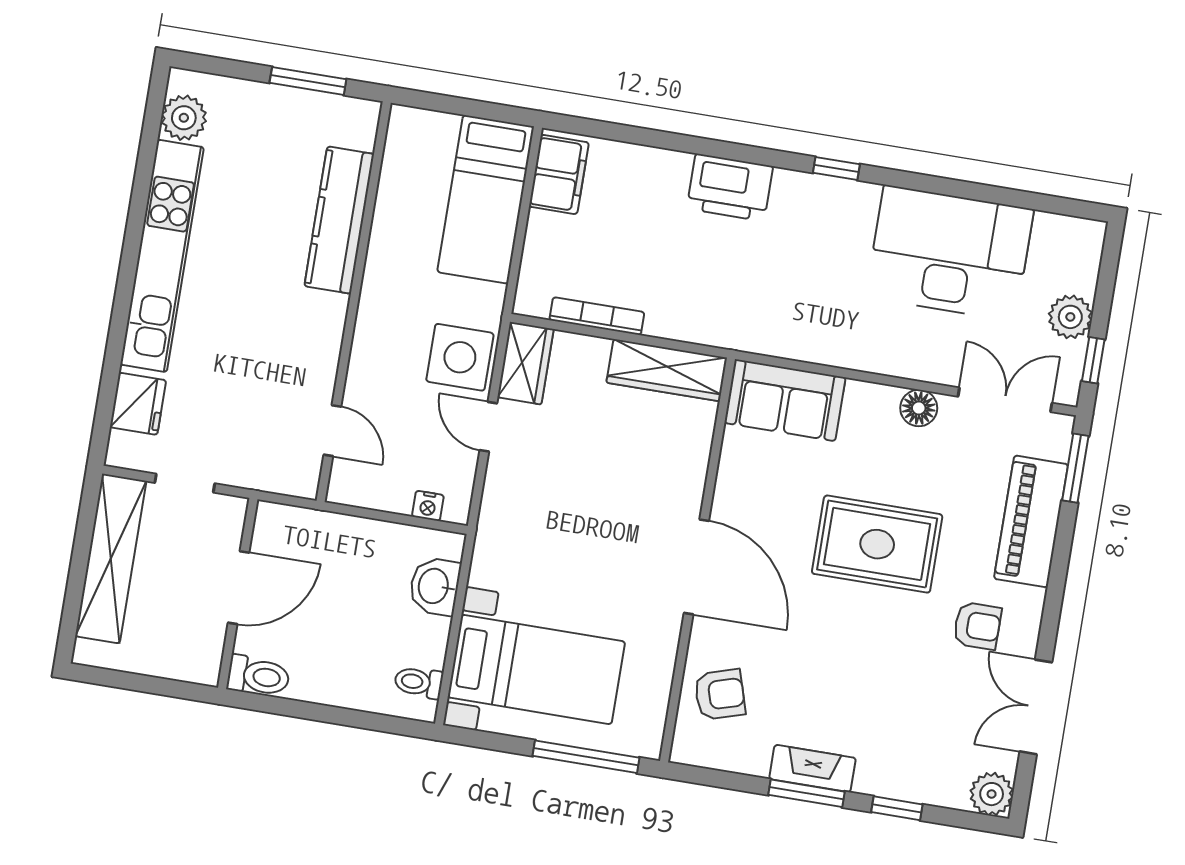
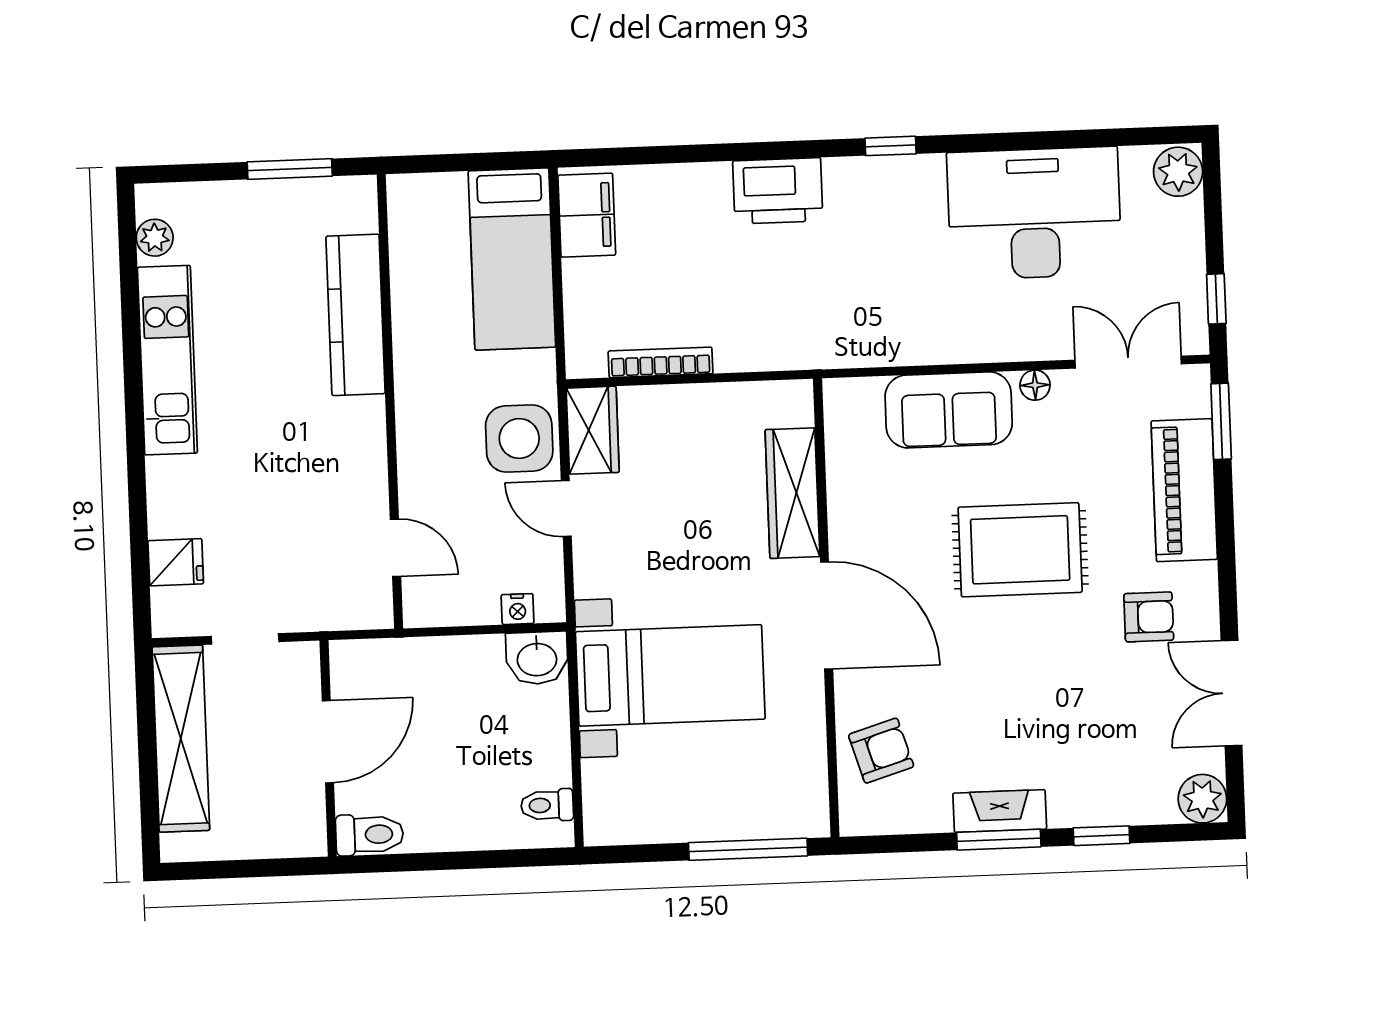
plant: (184, 118) -> (155, 238), width x0.73, depth x0.73
kitchen unit: (162, 256) -> (167, 360), width x0.73
plant: (1070, 317) -> (1178, 172), moved
wardrobe: (667, 370) -> (792, 493), moved, turned 90
sofa: (785, 400) -> (949, 410), moved
fridge: (138, 404) -> (176, 562), width x0.72
floor lamp: (919, 408) -> (1035, 385), width x0.73, depth x0.73
washbasin: (435, 586) -> (537, 658), moved, turned -90
bed with nightstands: (536, 669) -> (670, 675), moved

